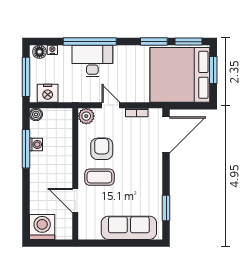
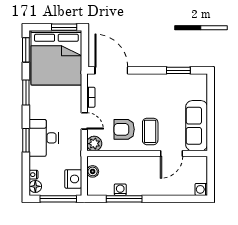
window: (90, 42) -> (26, 140), width x0.47
window: (154, 42) -> (26, 93), moved
window: (213, 70) -> (64, 27), moved
door: (111, 105) -> (84, 121), swing flipped
boiler: (36, 114) -> (93, 171), moved
washing machine: (42, 227) -> (201, 189), width x0.53, depth x0.53
sofa: (129, 228) -> (197, 126), moved

